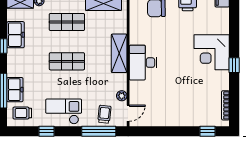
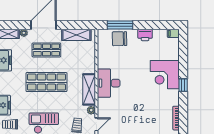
shelving: (119, 53) -> (89, 89), moved
shop shelf: (67, 61) -> (46, 82), width x1.43, depth x1.36

